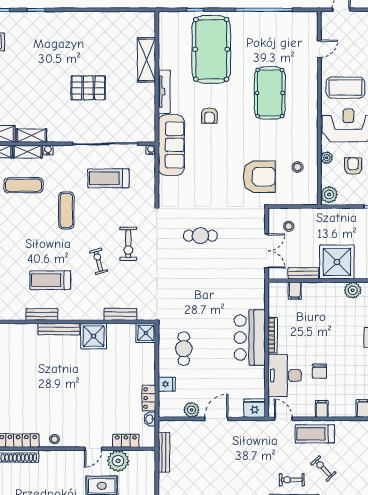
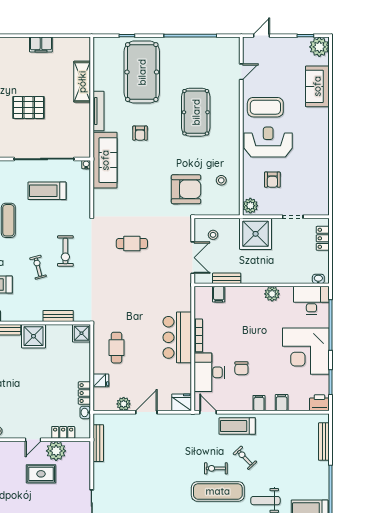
filing cabinet: (102, 19) -> (41, 44), added
plant: (327, 158) -> (248, 172), removed
armchair: (353, 166) -> (272, 180), turned 180
shower: (337, 262) -> (256, 234), moved
filing cabinet: (322, 409) -> (259, 403), moved

